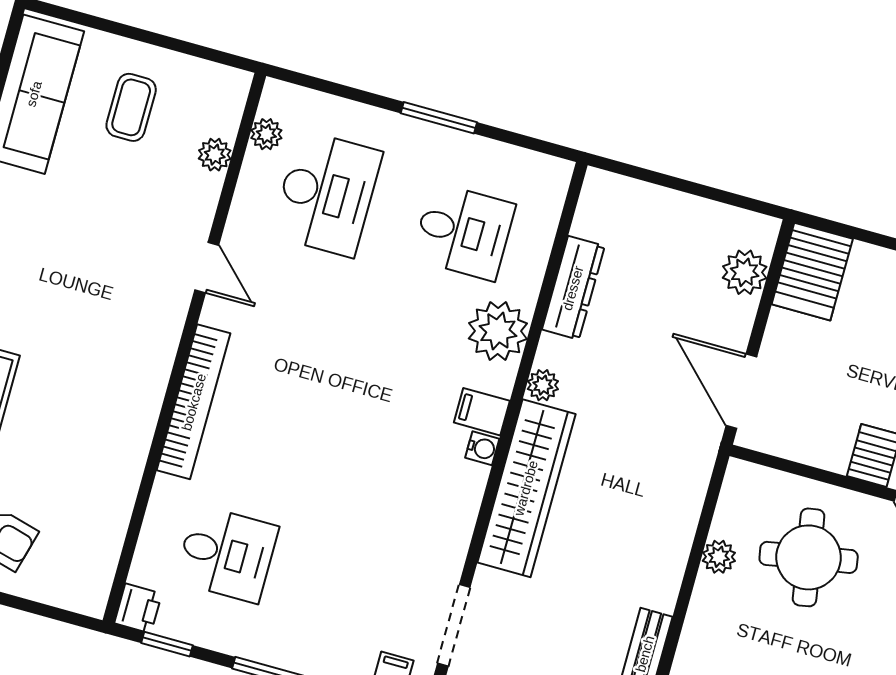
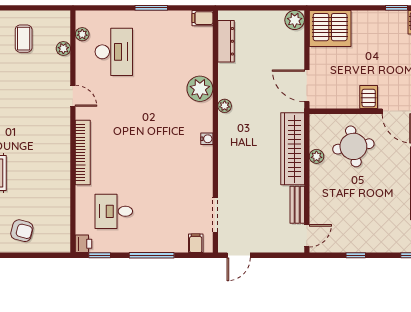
desk: (464, 232) -> (174, 52), removed
plant: (745, 272) -> (295, 20), moved
server rack: (812, 272) -> (330, 29), width x1.60
dresser: (573, 288) -> (226, 41), moved
filing cabinet: (482, 412) -> (202, 18), moved
wardrobe: (526, 488) -> (293, 149), moved, turned 180
desk: (227, 554) -> (114, 211), turned 180

